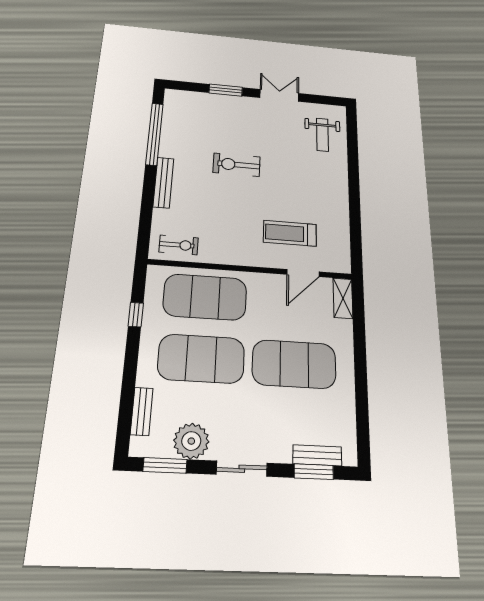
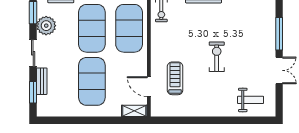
window: (226, 90) -> (279, 34), width x1.44
weight bench: (322, 135) -> (251, 100), turned 180
exercise bike: (237, 165) -> (217, 57), moved
bench: (317, 455) -> (42, 81), moved

